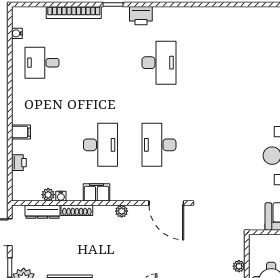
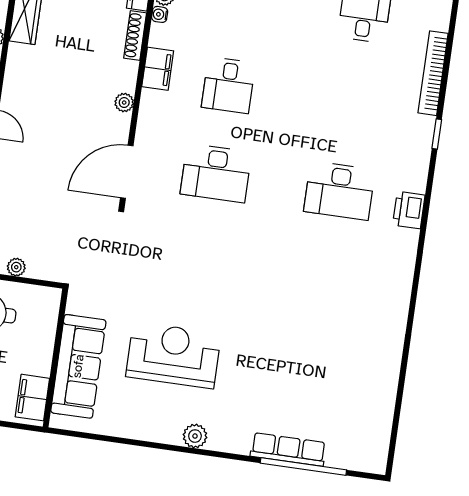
printer: (141, 16) -> (409, 210), moved
desk: (100, 145) -> (228, 85), width x0.73
desk: (159, 145) -> (216, 173), turned 180

